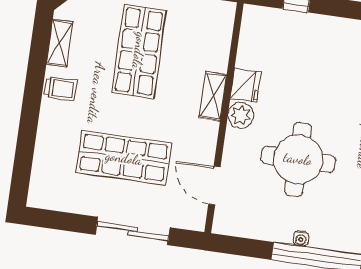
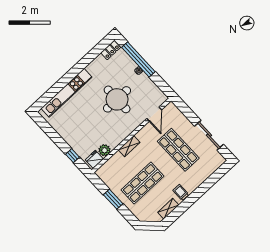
fridge: (246, 85) -> (94, 159), moved
plant: (241, 115) -> (105, 150), moved
sliding door: (133, 231) -> (209, 135), moved

